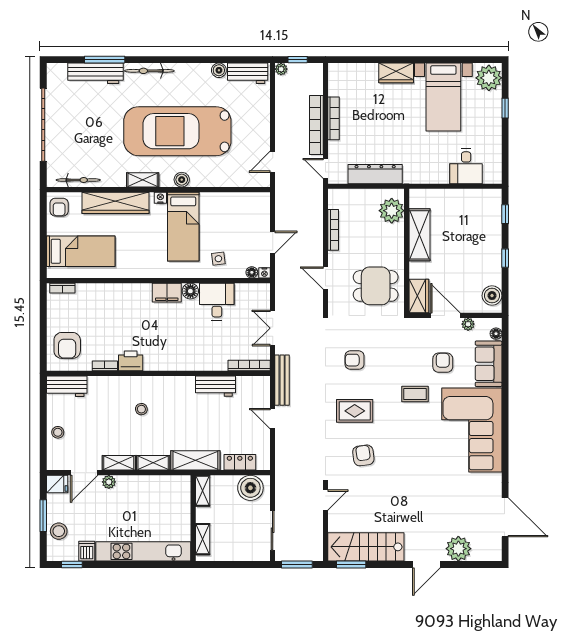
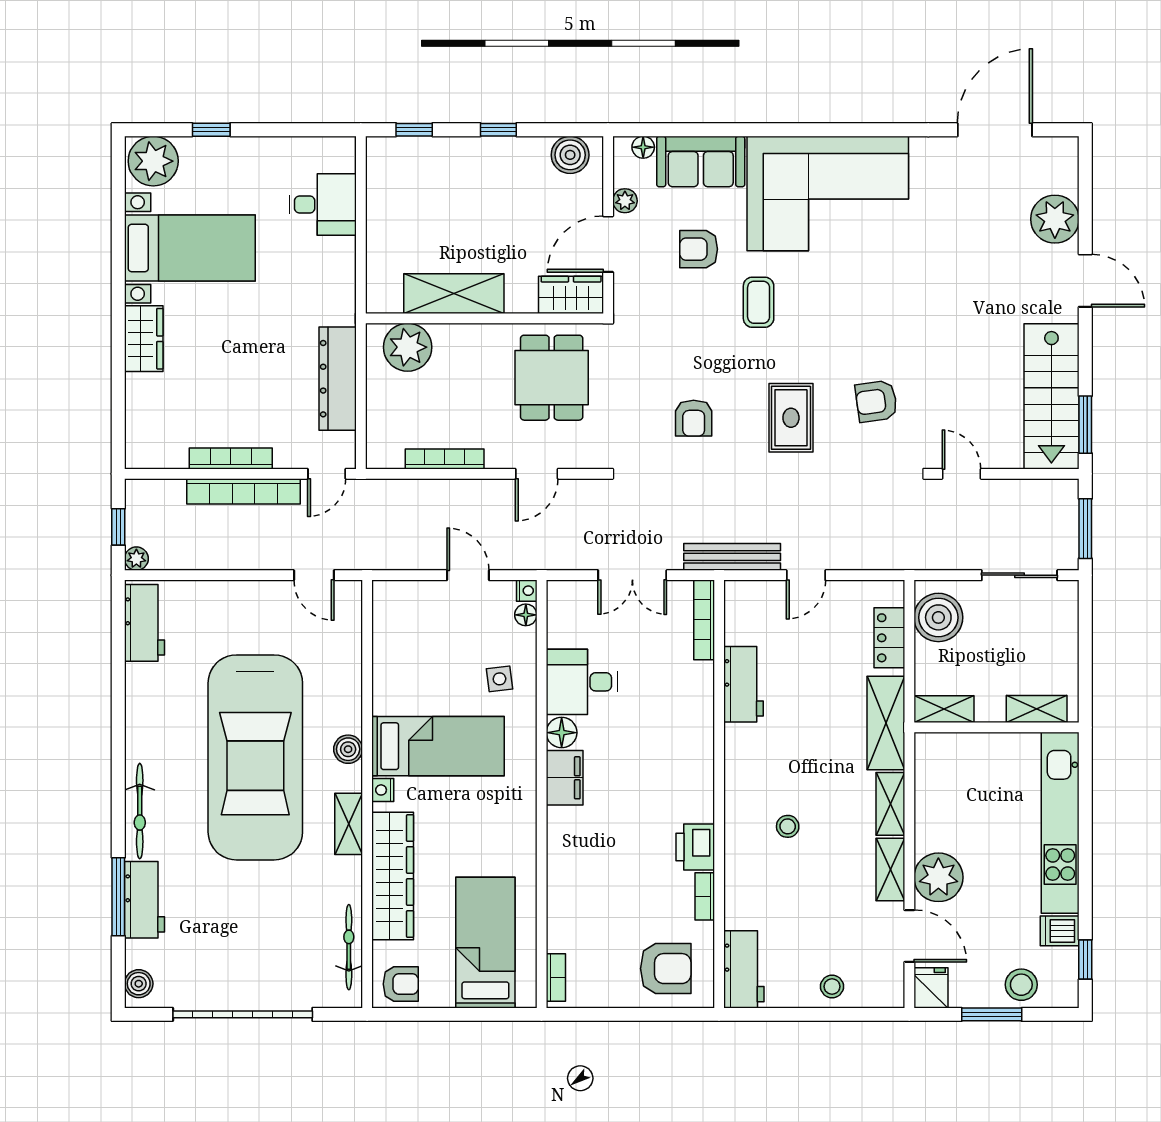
boiler: (219, 70) -> (139, 984), moved
workbench: (96, 73) -> (144, 900), width x0.73
plant: (109, 482) -> (938, 877), width x1.87, depth x1.87

